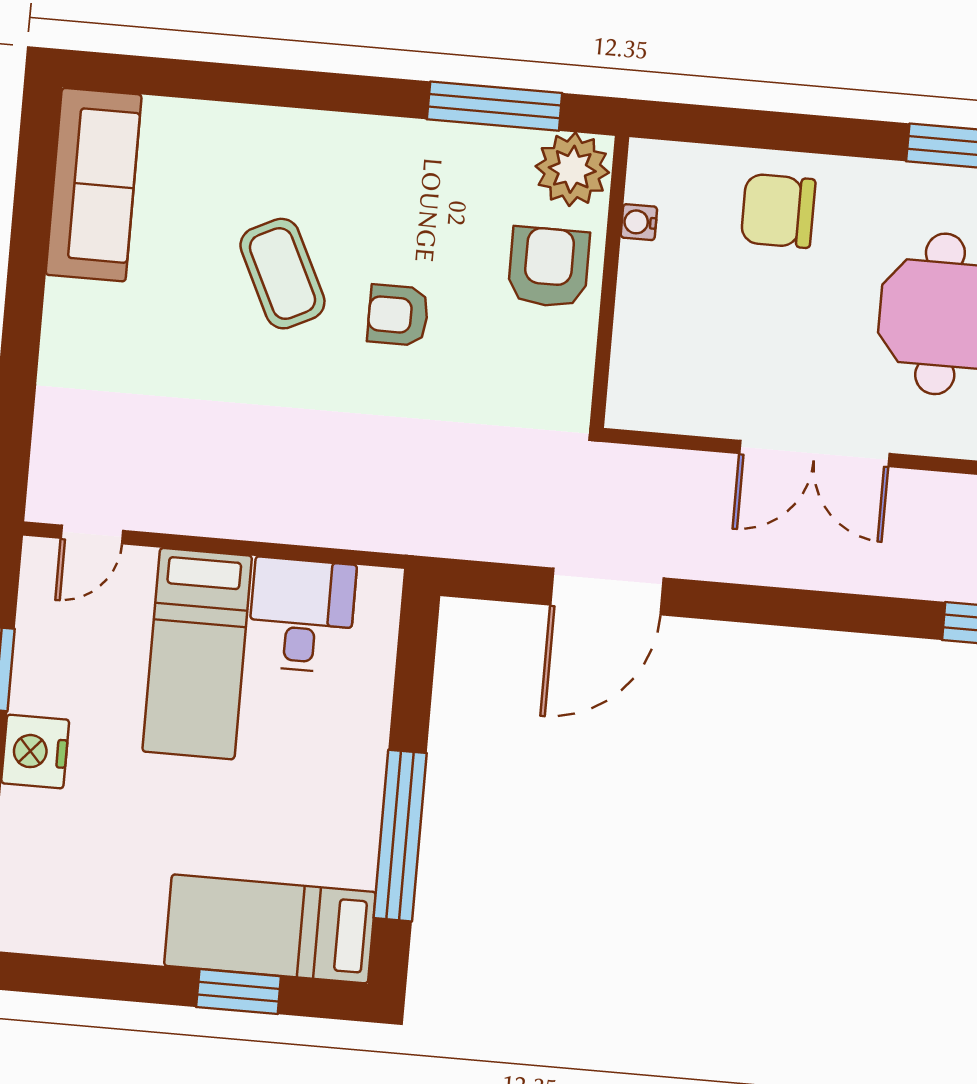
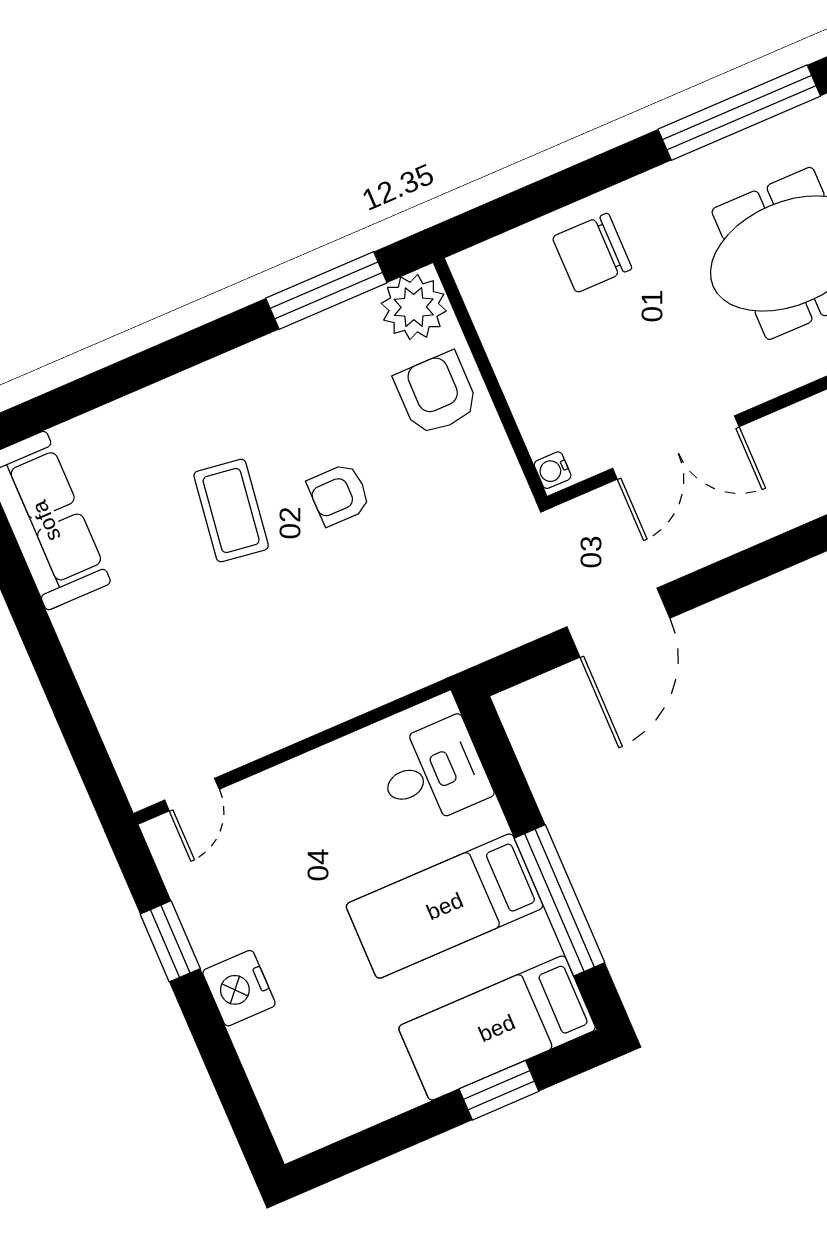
water cooler: (639, 222) -> (553, 470), moved
coffee table: (282, 274) -> (231, 511), turned 34
double door: (814, 454) -> (676, 447), moved
desk: (302, 615) -> (433, 773), moved, turned 90
bed: (197, 654) -> (445, 906), moved, turned 90

